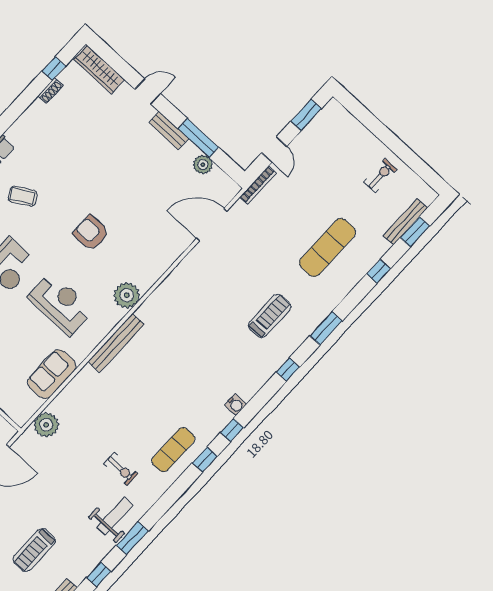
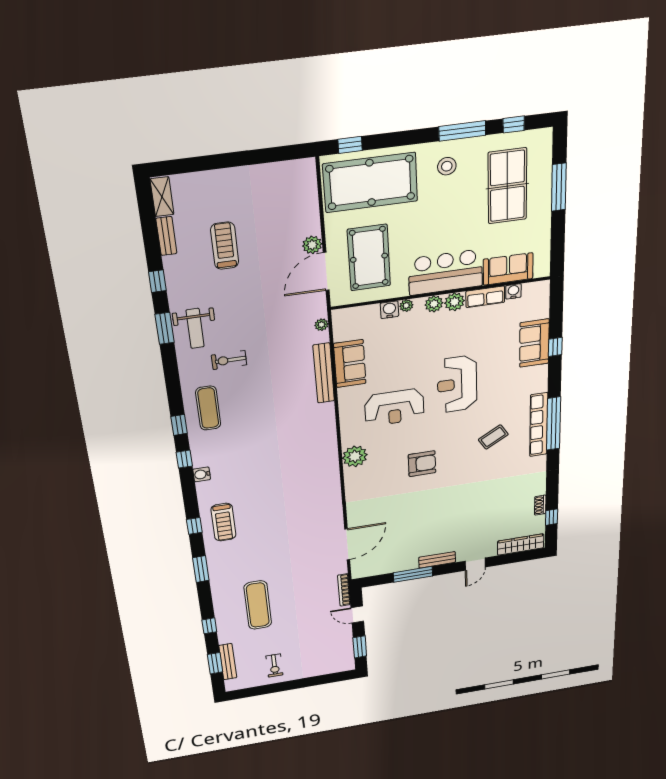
plant: (203, 165) -> (393, 566), removed
treadmill: (270, 316) -> (223, 522), moved
bench: (116, 343) -> (324, 373), moved
plant: (46, 425) -> (321, 325), width x0.53, depth x0.53

